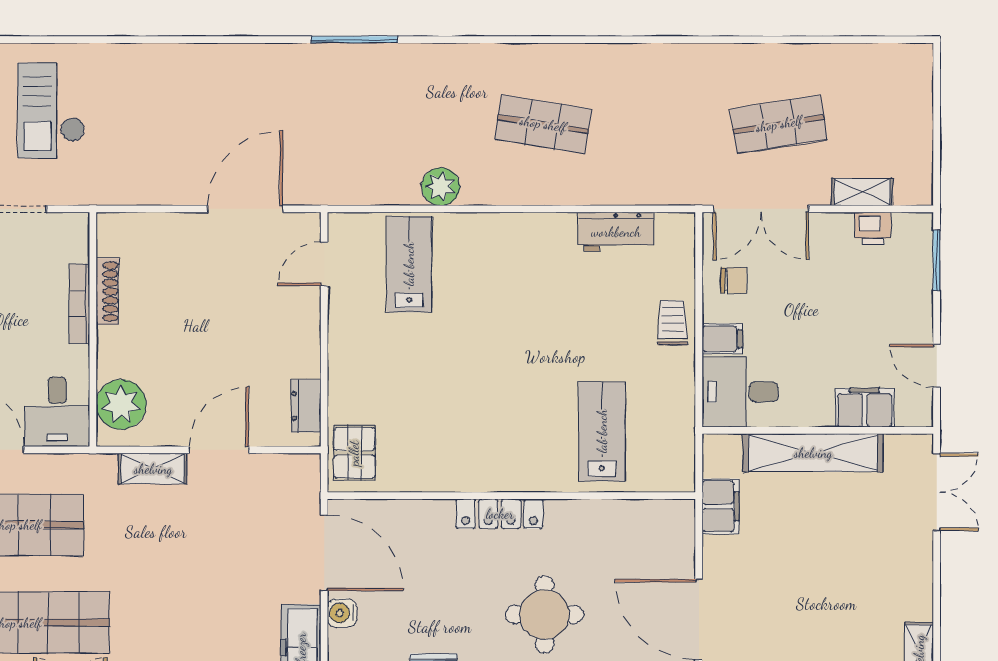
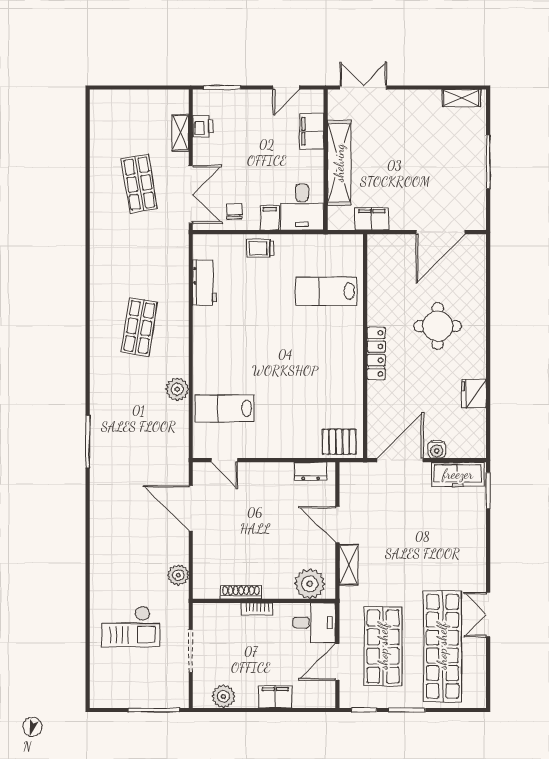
plant: (135, 189) -> (178, 575), added
bookcase: (80, 304) -> (257, 609), width x0.64

